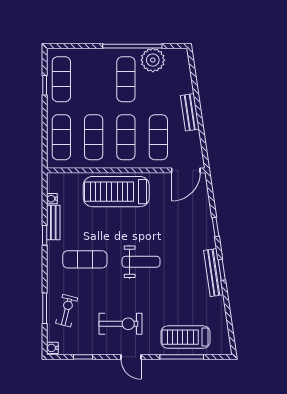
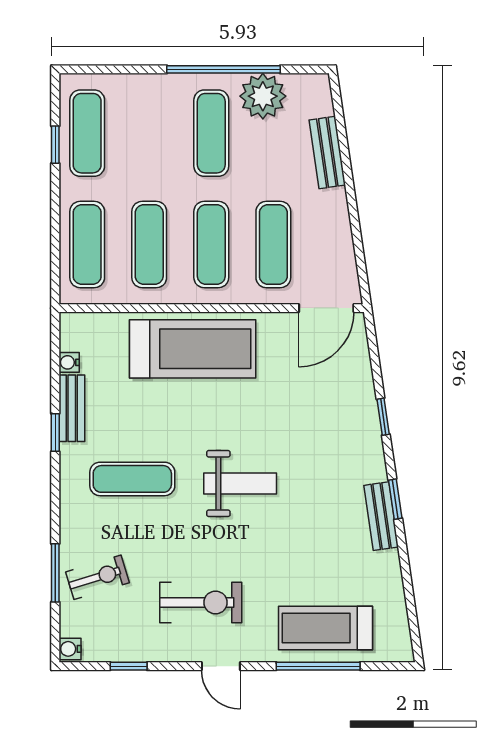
bench: (190, 112) -> (327, 152), moved
treadmill: (116, 192) -> (193, 349), turned 180
bench: (214, 273) -> (381, 516), width x0.73
exercise bike: (67, 311) -> (97, 577), turned 59

